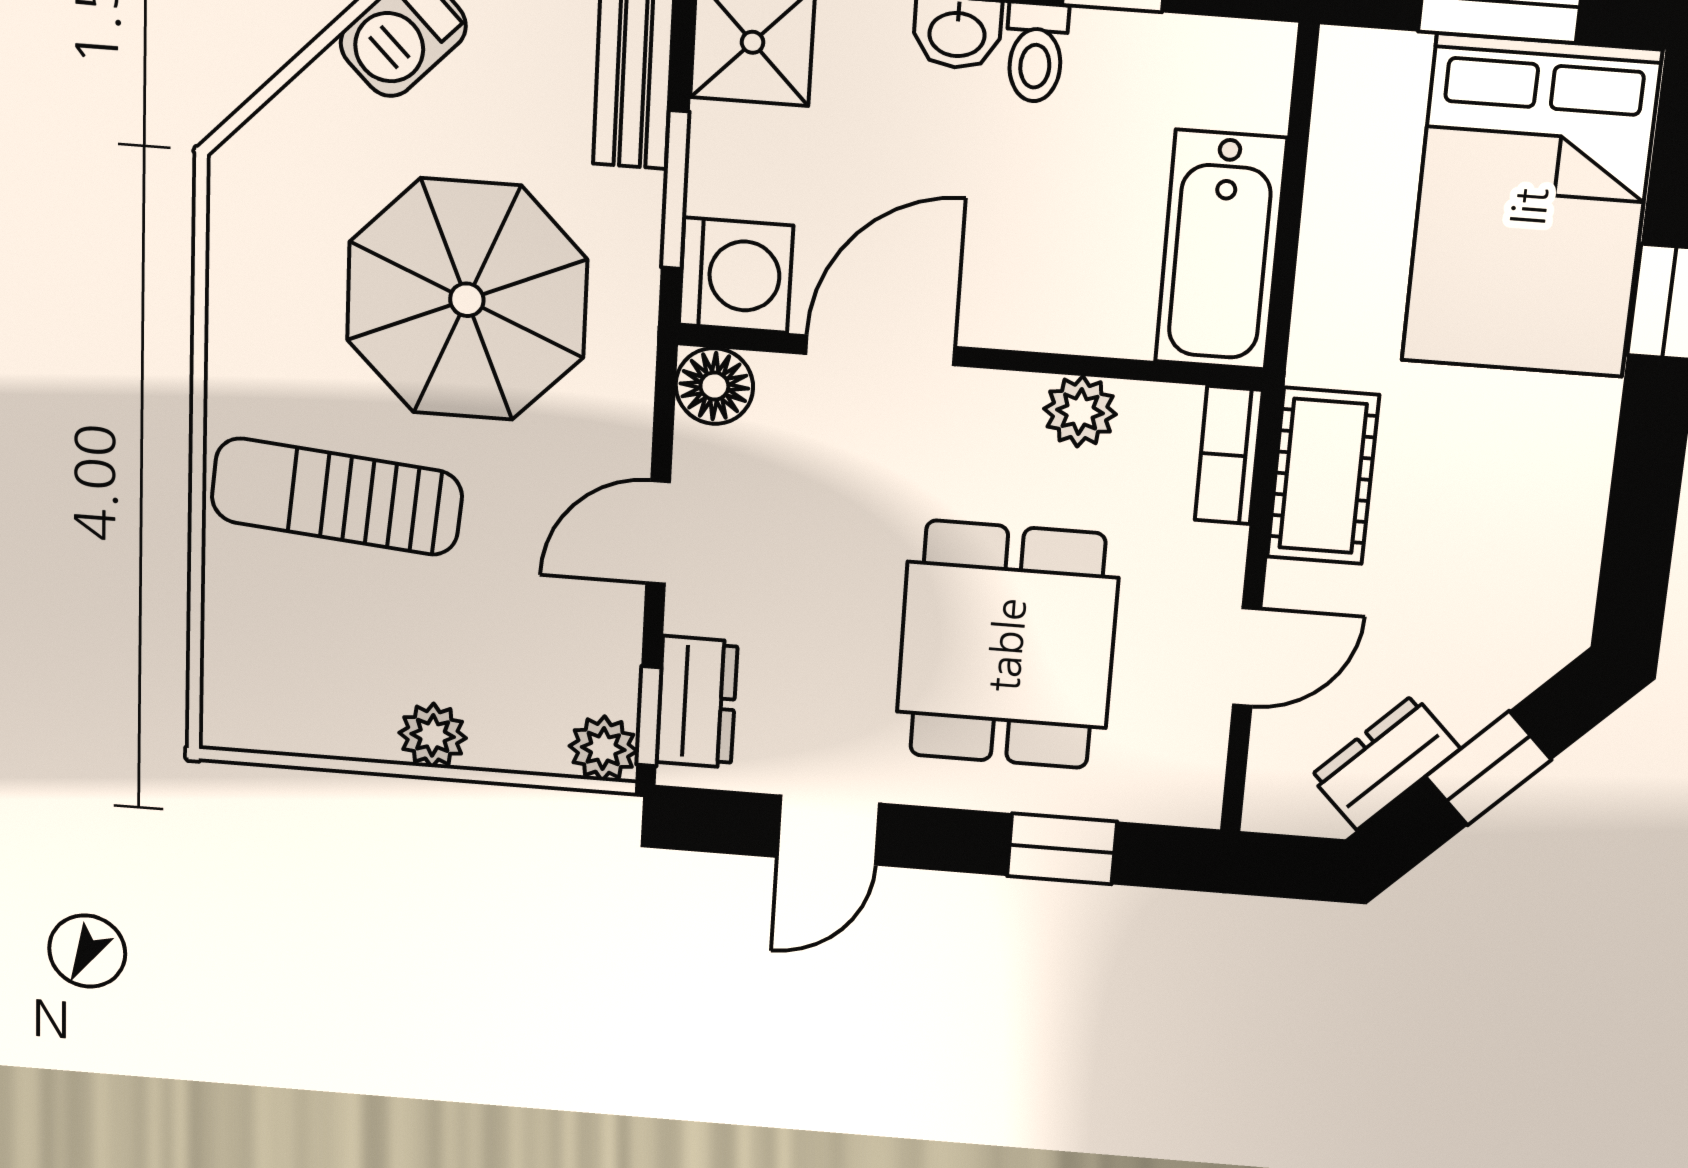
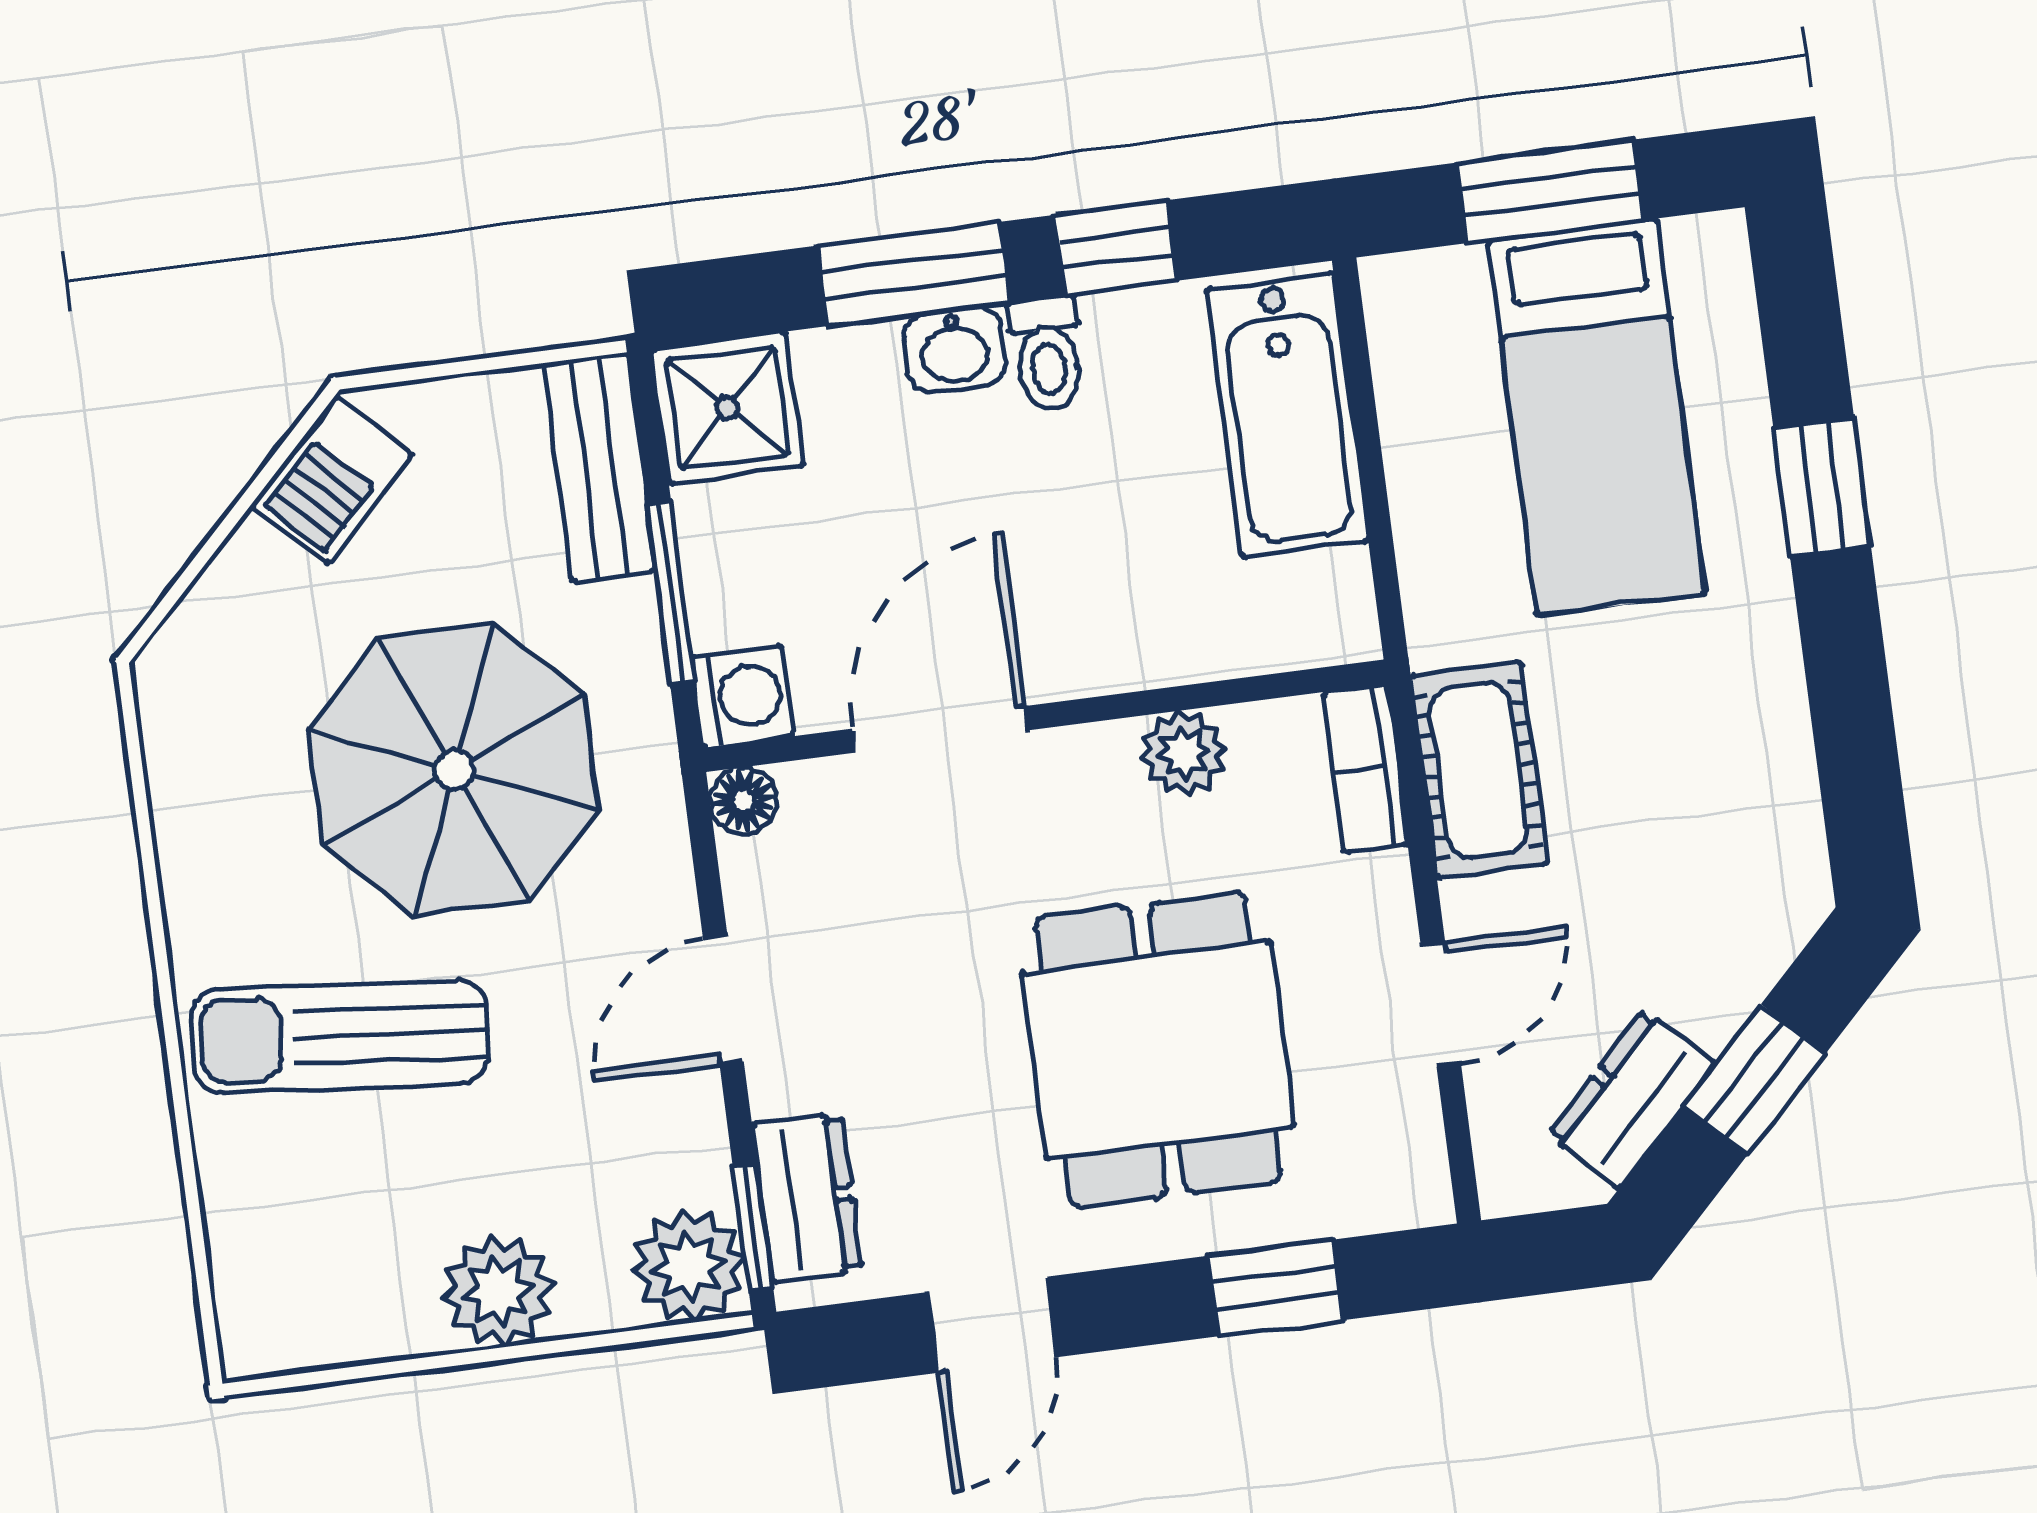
bed: (1530, 207) -> (1597, 417), width x0.67
bathtub: (1221, 250) -> (1287, 415), moved
washing machine: (736, 275) -> (743, 696), width x0.73, depth x0.73
floor lamp: (714, 386) -> (743, 801), width x0.73, depth x0.73
plant: (433, 735) -> (498, 1291), width x1.38, depth x1.38
plant: (603, 748) -> (689, 1266), width x1.38, depth x1.38

